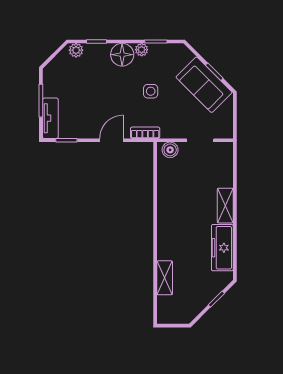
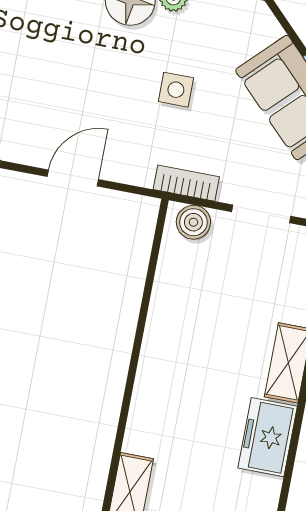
bookcase: (145, 133) -> (186, 183), moved
freezer: (222, 248) -> (268, 437), width x0.71

